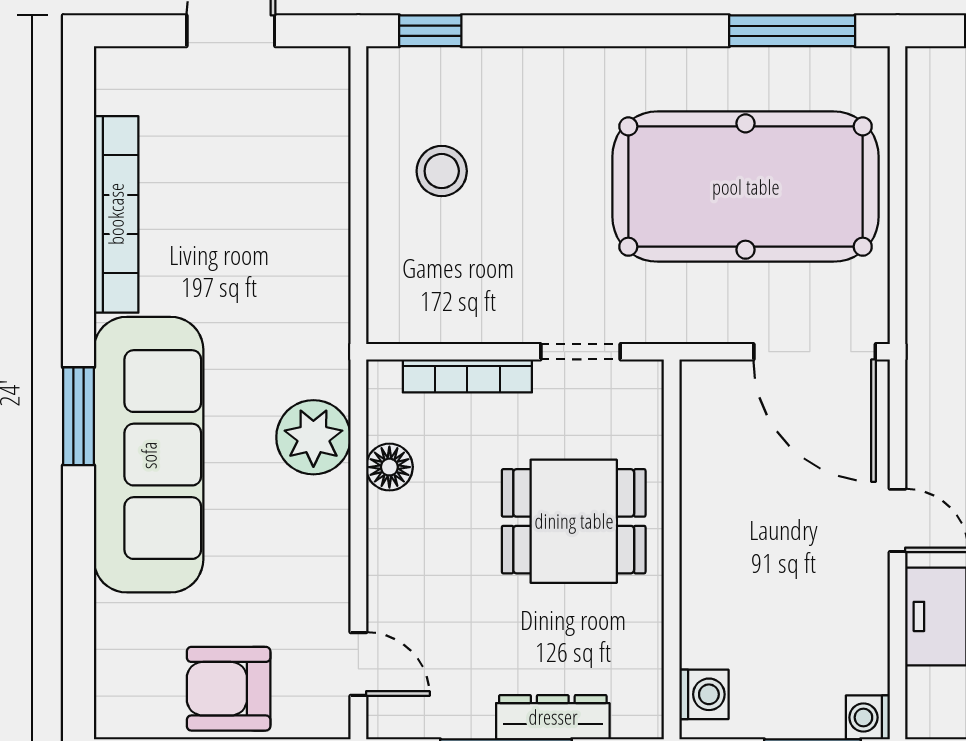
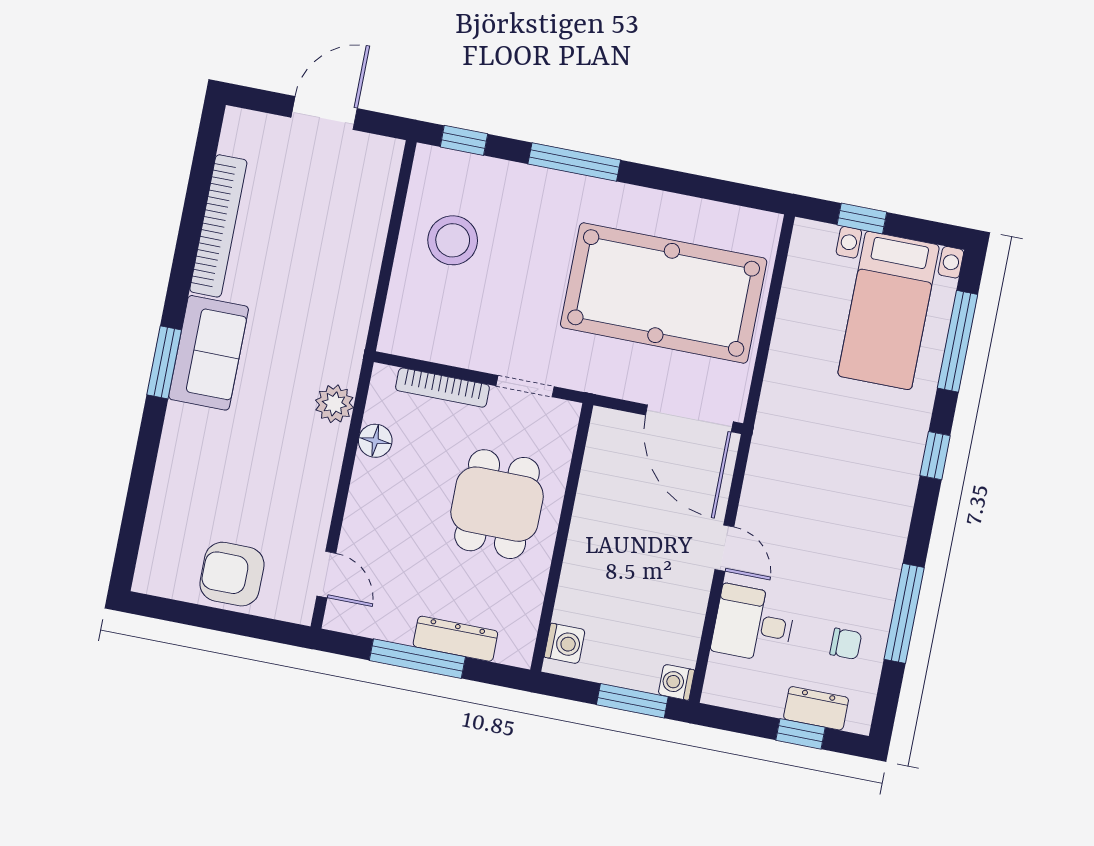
window: (792, 31) -> (574, 162), moved
stool: (442, 171) -> (453, 240), width x1.38, depth x1.38
plant: (313, 437) -> (334, 404), width x0.73, depth x0.73
sofa: (149, 455) -> (209, 353), width x0.54, depth x0.79
dining table: (574, 521) -> (497, 504), turned 90

